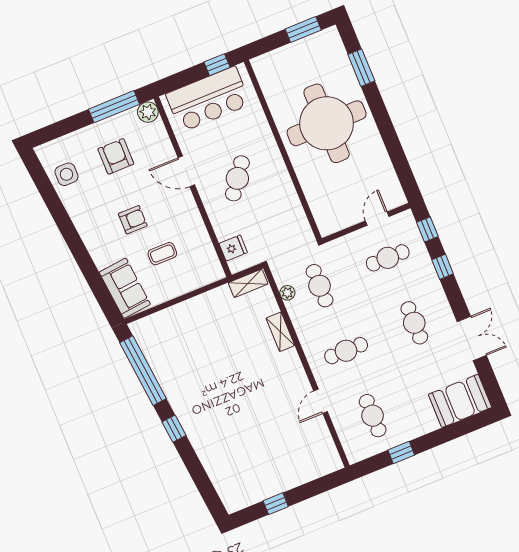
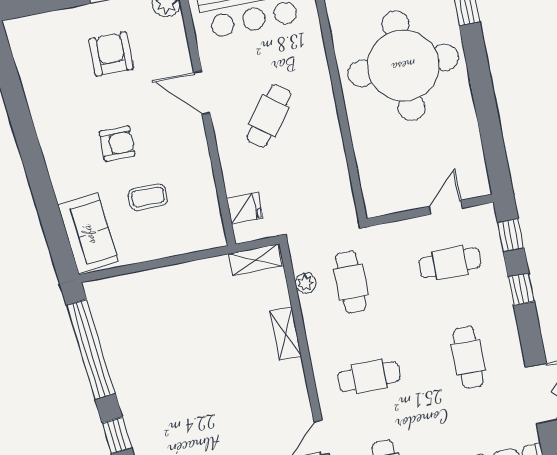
side table: (66, 174) -> (40, 65), removed

